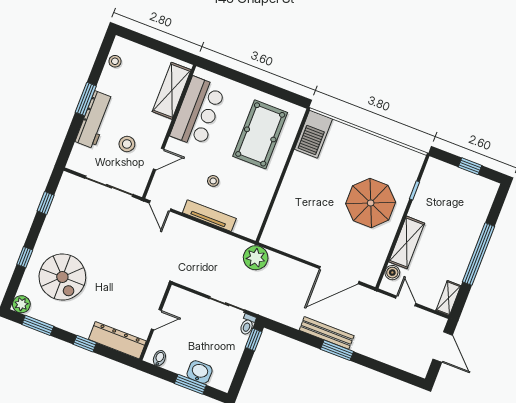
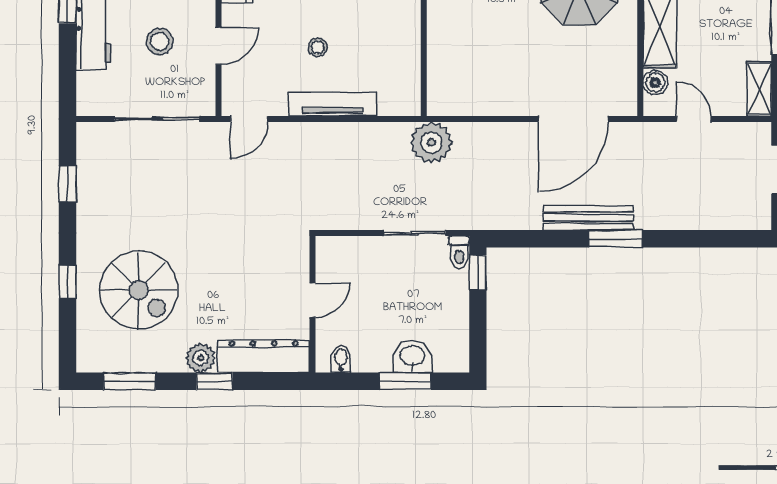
door: (160, 206) -> (249, 119), hinge flipped
plant: (21, 304) -> (201, 358), moved

